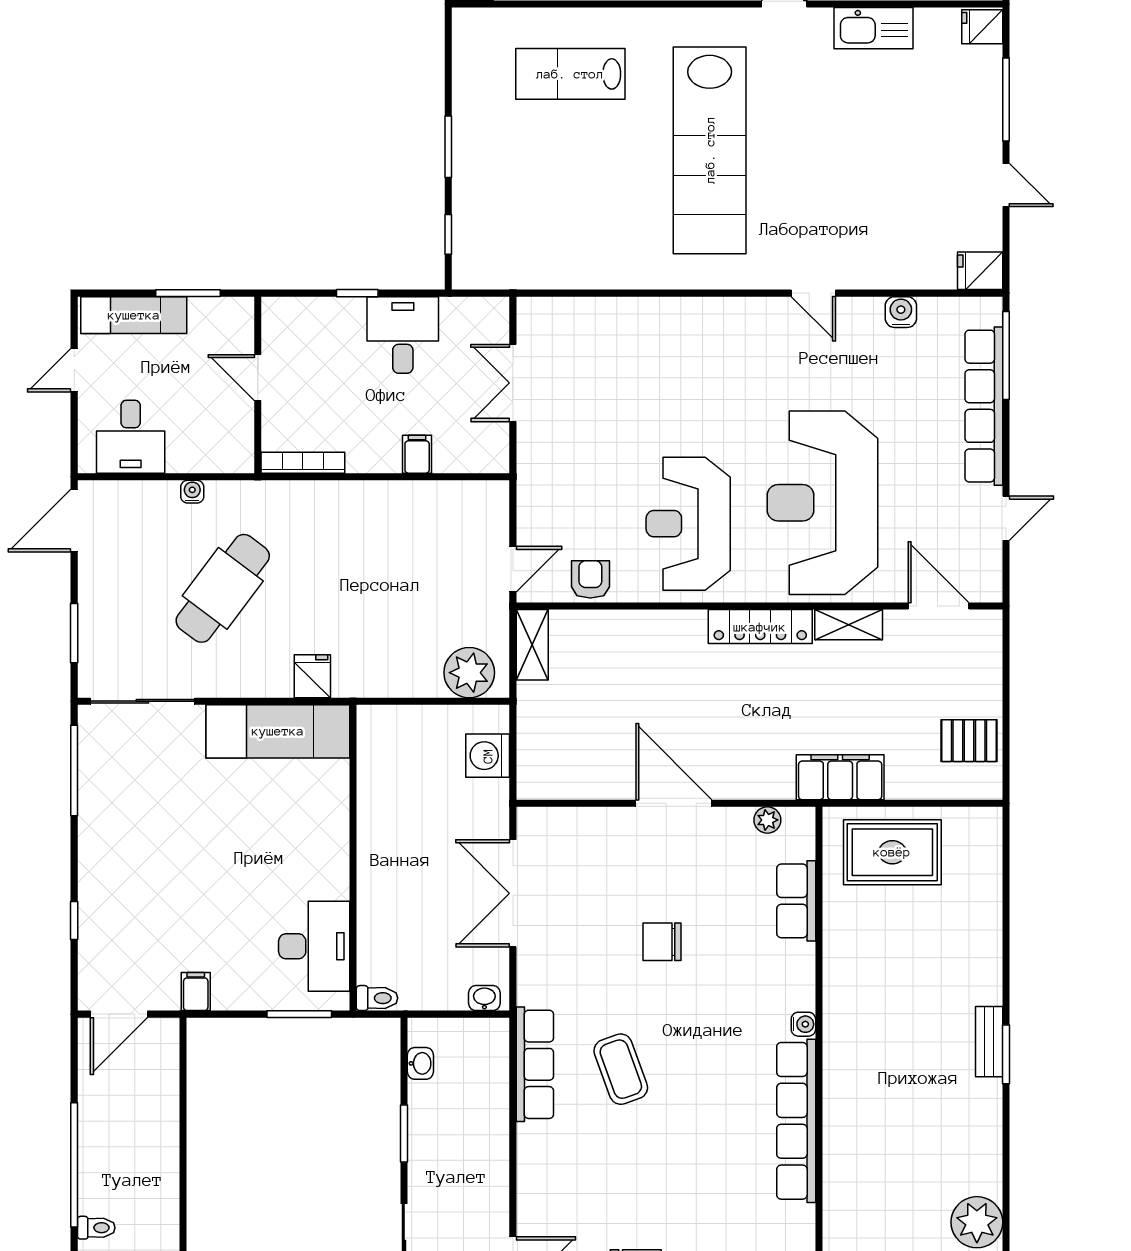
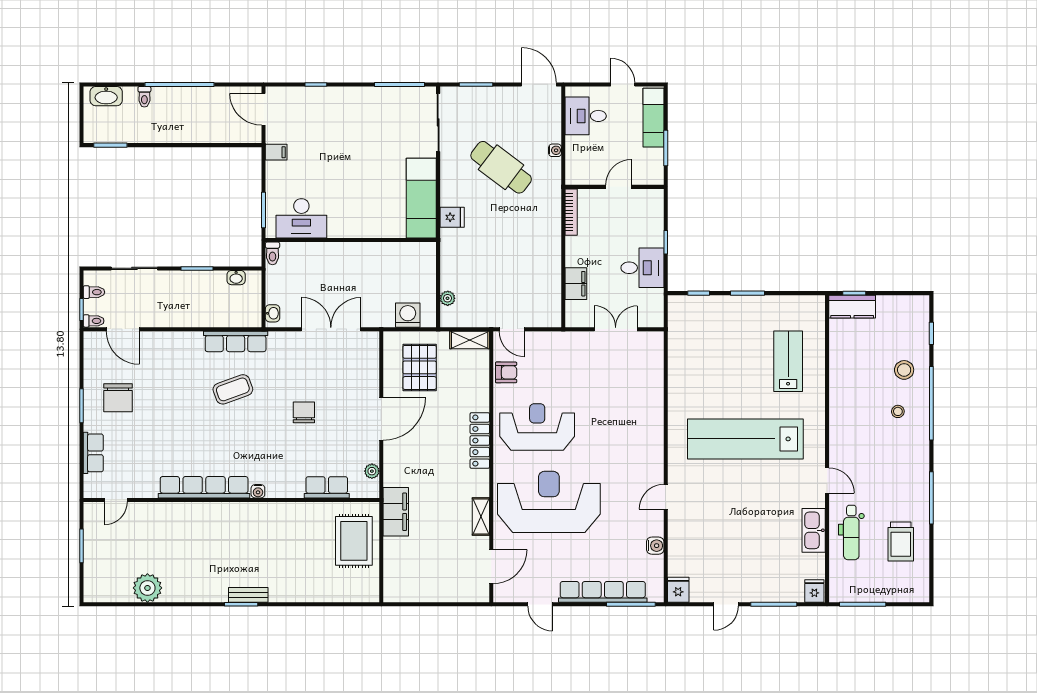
filing cabinet: (417, 454) -> (576, 284), width x2.00
locker: (760, 627) -> (480, 441), moved
plant: (469, 673) -> (448, 298), width x0.53, depth x0.53
pallet: (969, 741) -> (420, 367), moved, width x1.50, depth x1.42

